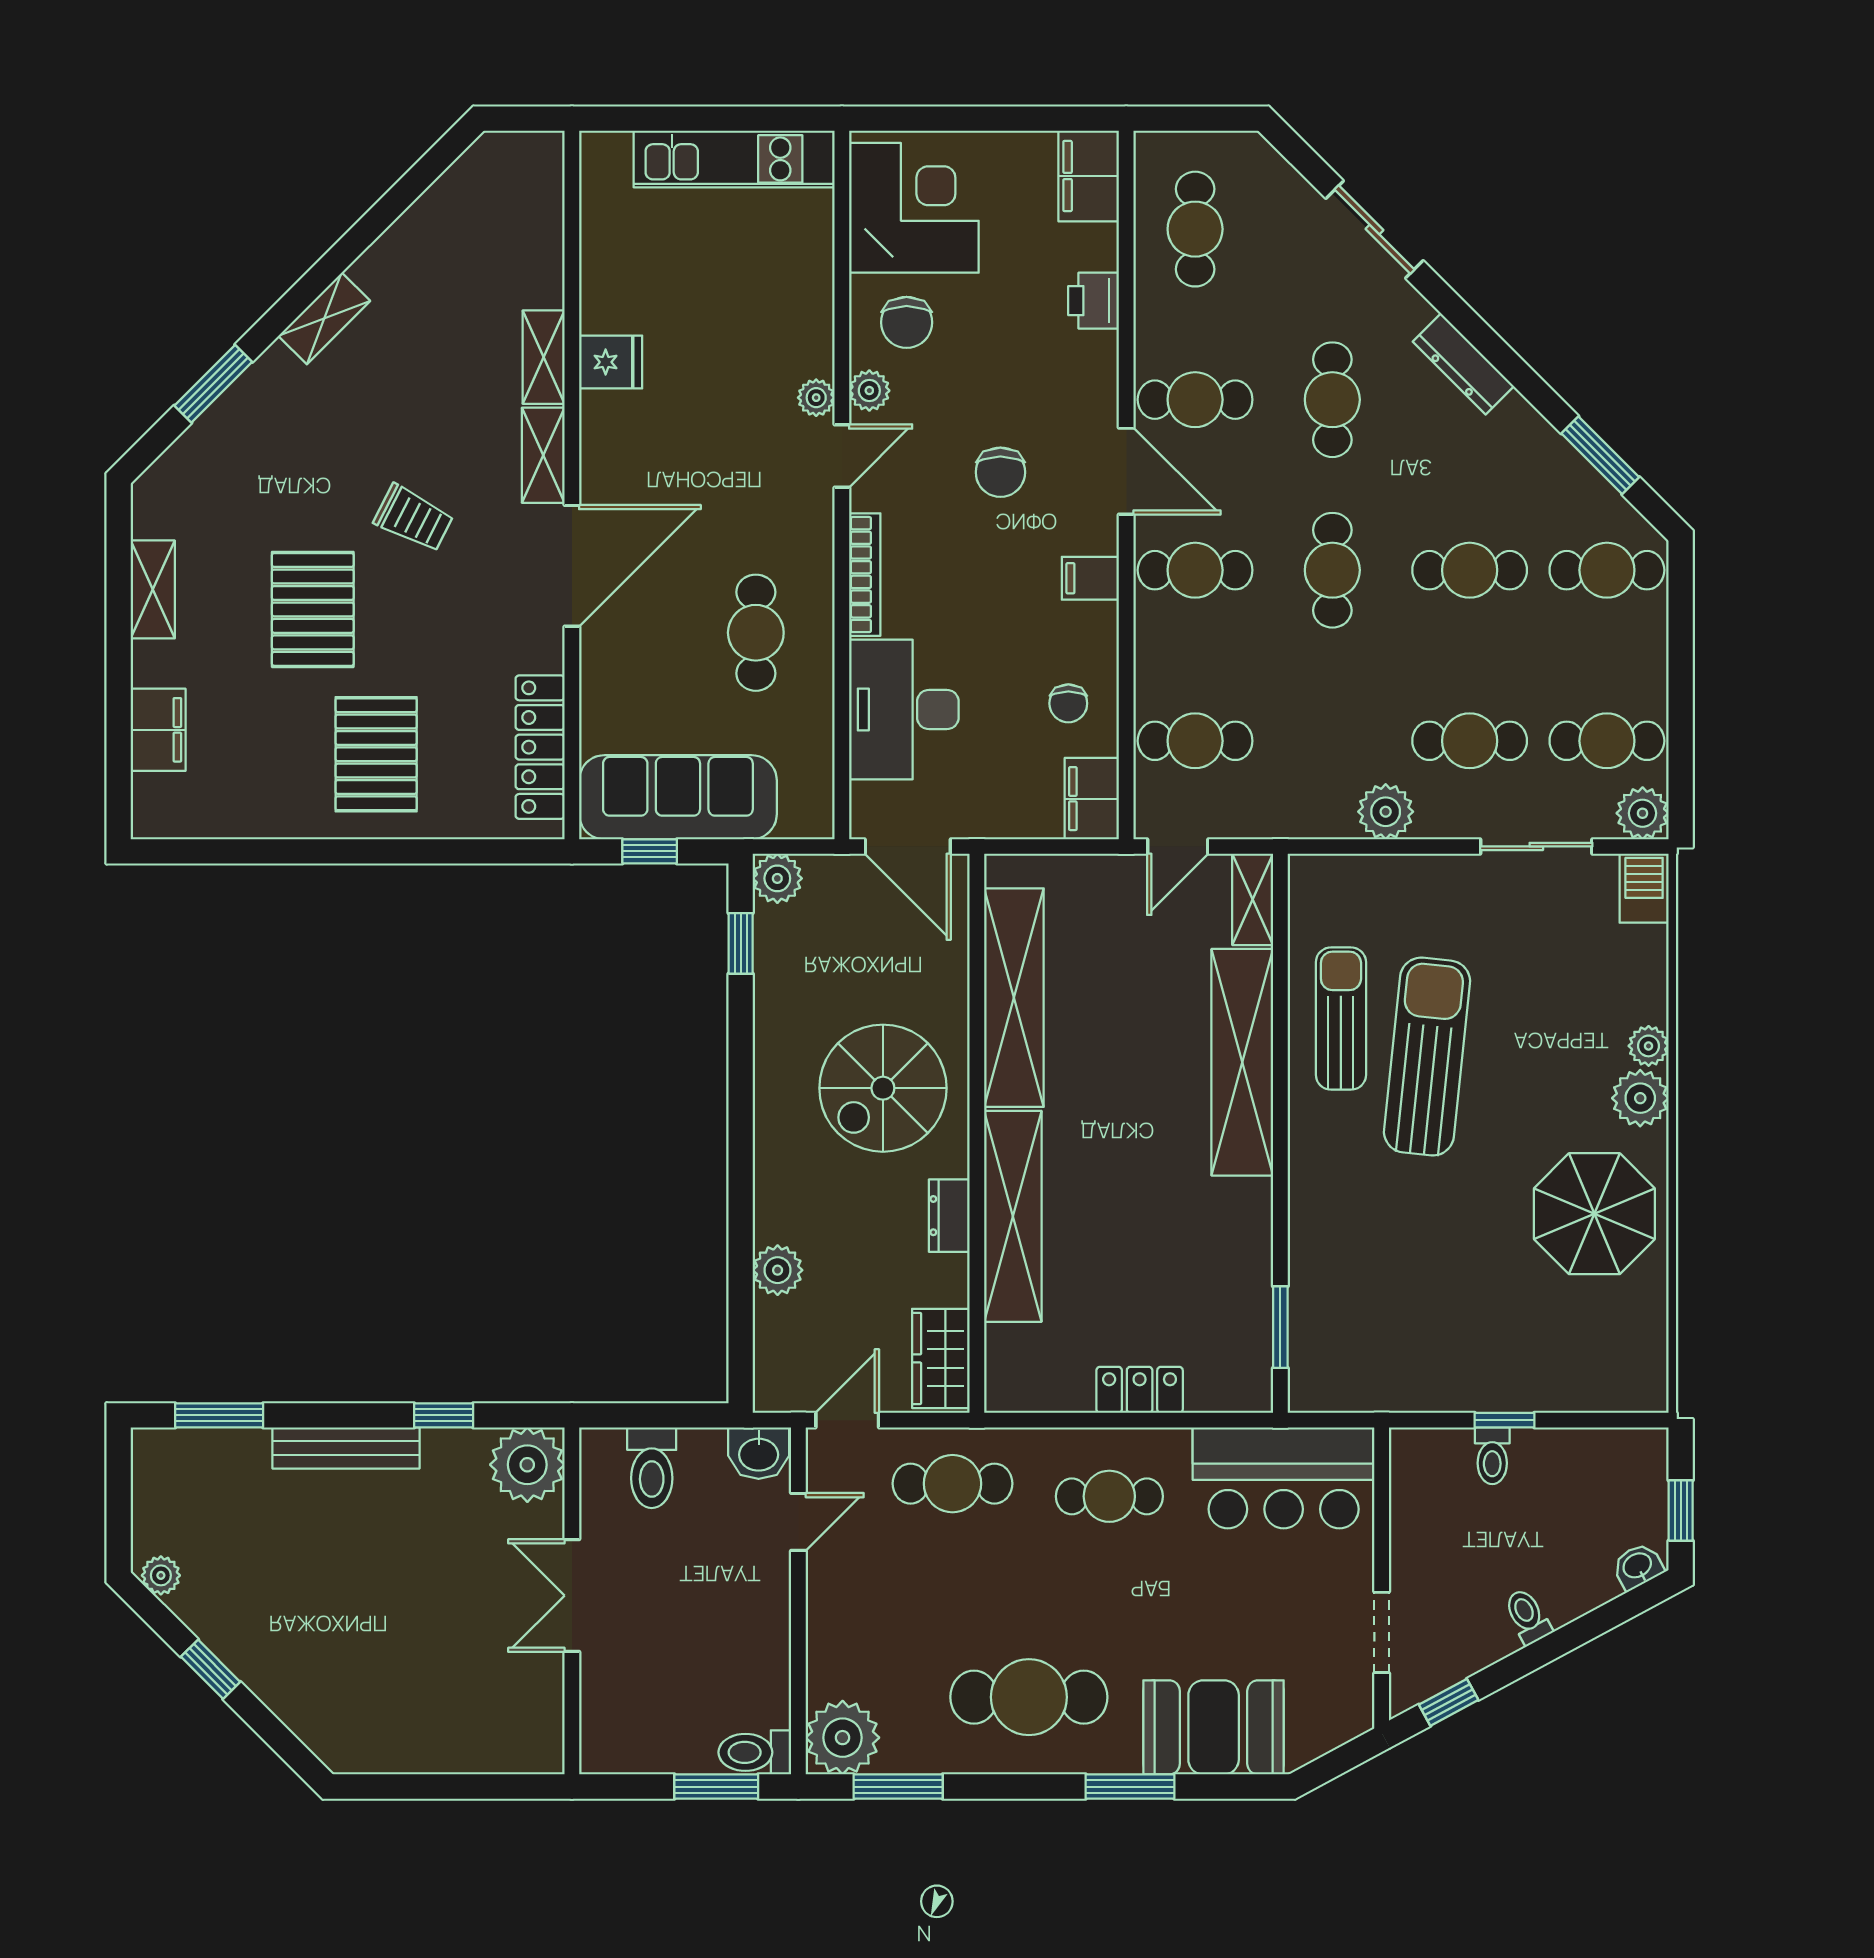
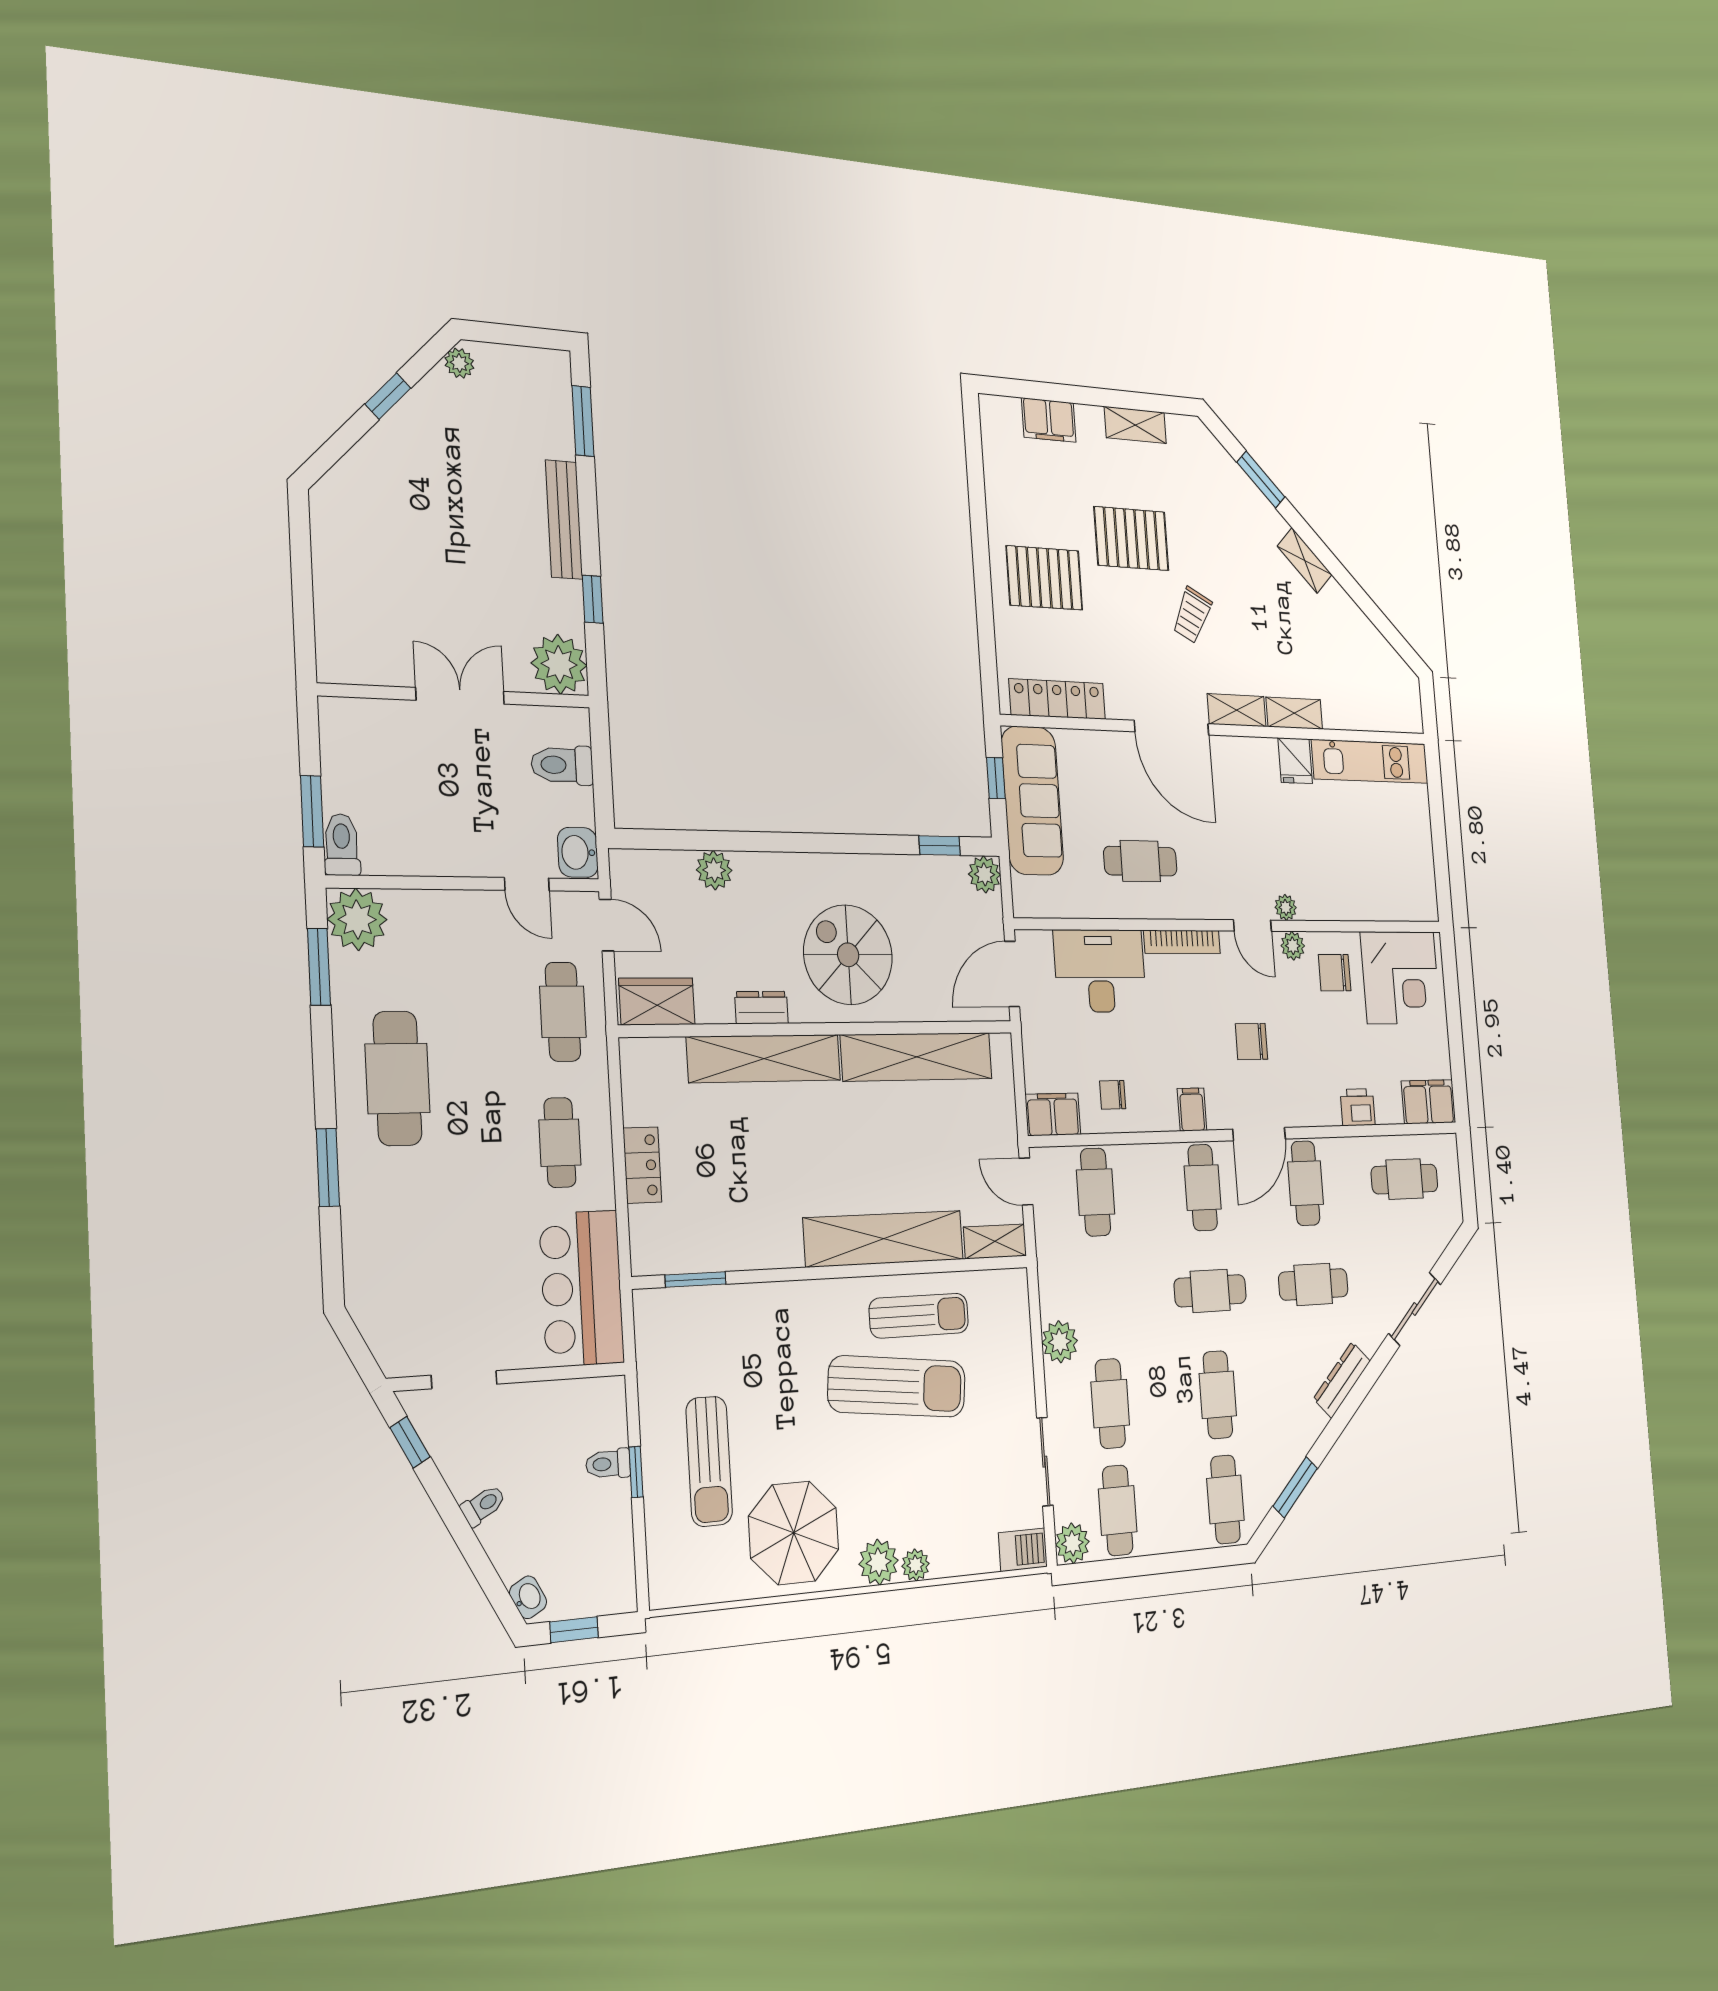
kitchen unit: (734, 159) -> (1370, 761), moved, turned -90
sun lounger: (1499, 1323) -> (709, 1461), added
booth: (1214, 1727) -> (380, 1238), removed

